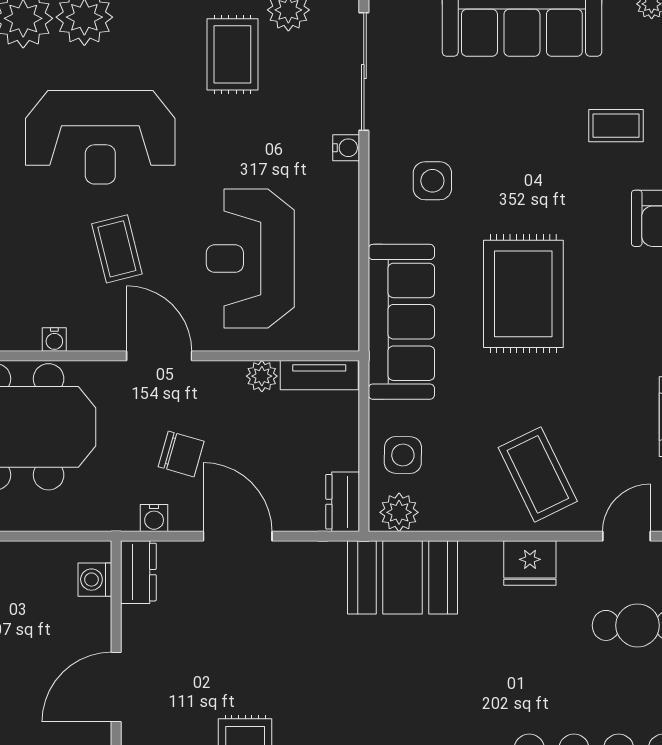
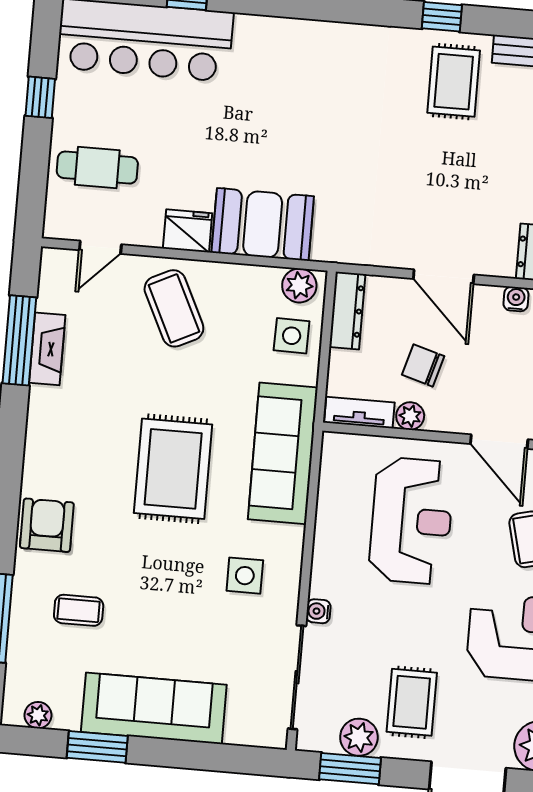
chair: (181, 454) -> (423, 365), moved
dresser: (343, 502) -> (347, 311), width x1.44
booth: (403, 577) -> (263, 224), moved

